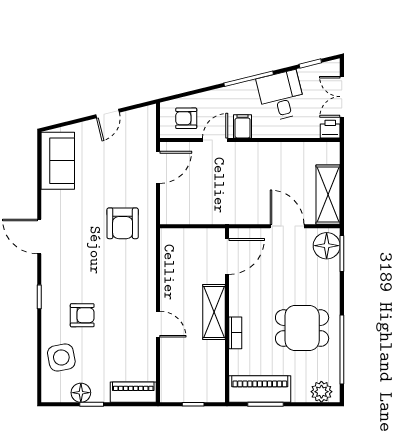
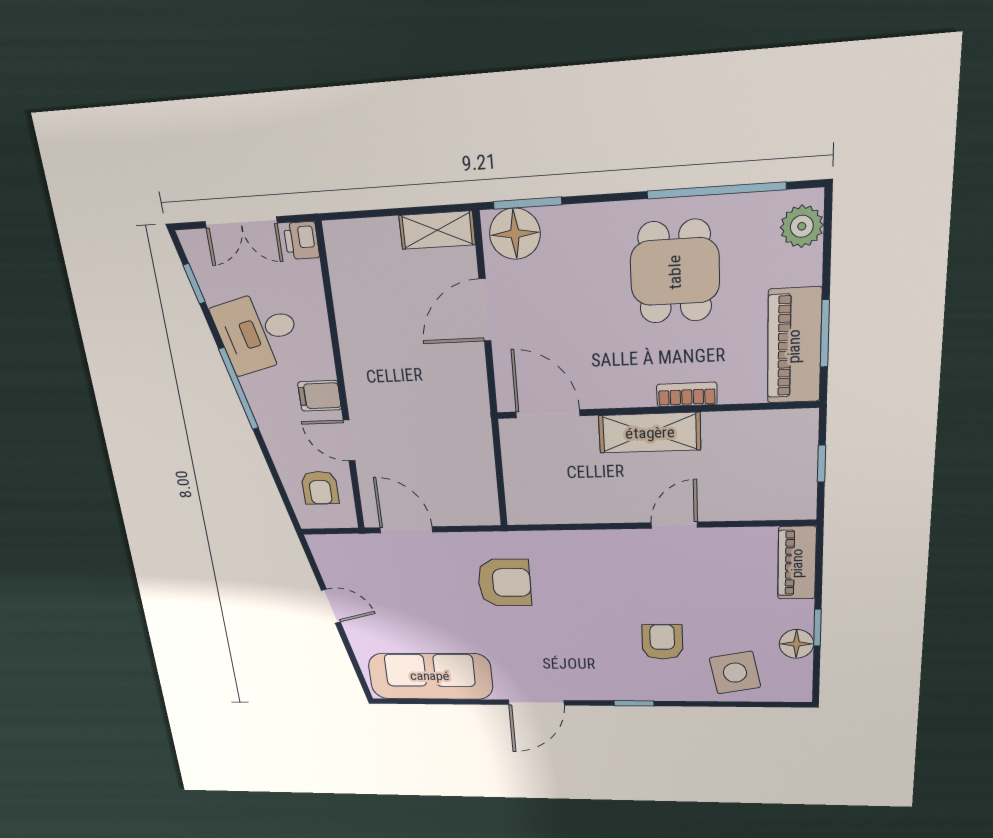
sofa: (58, 161) -> (430, 676), width x1.36
shelving: (328, 195) -> (437, 230), width x0.67, depth x0.75

